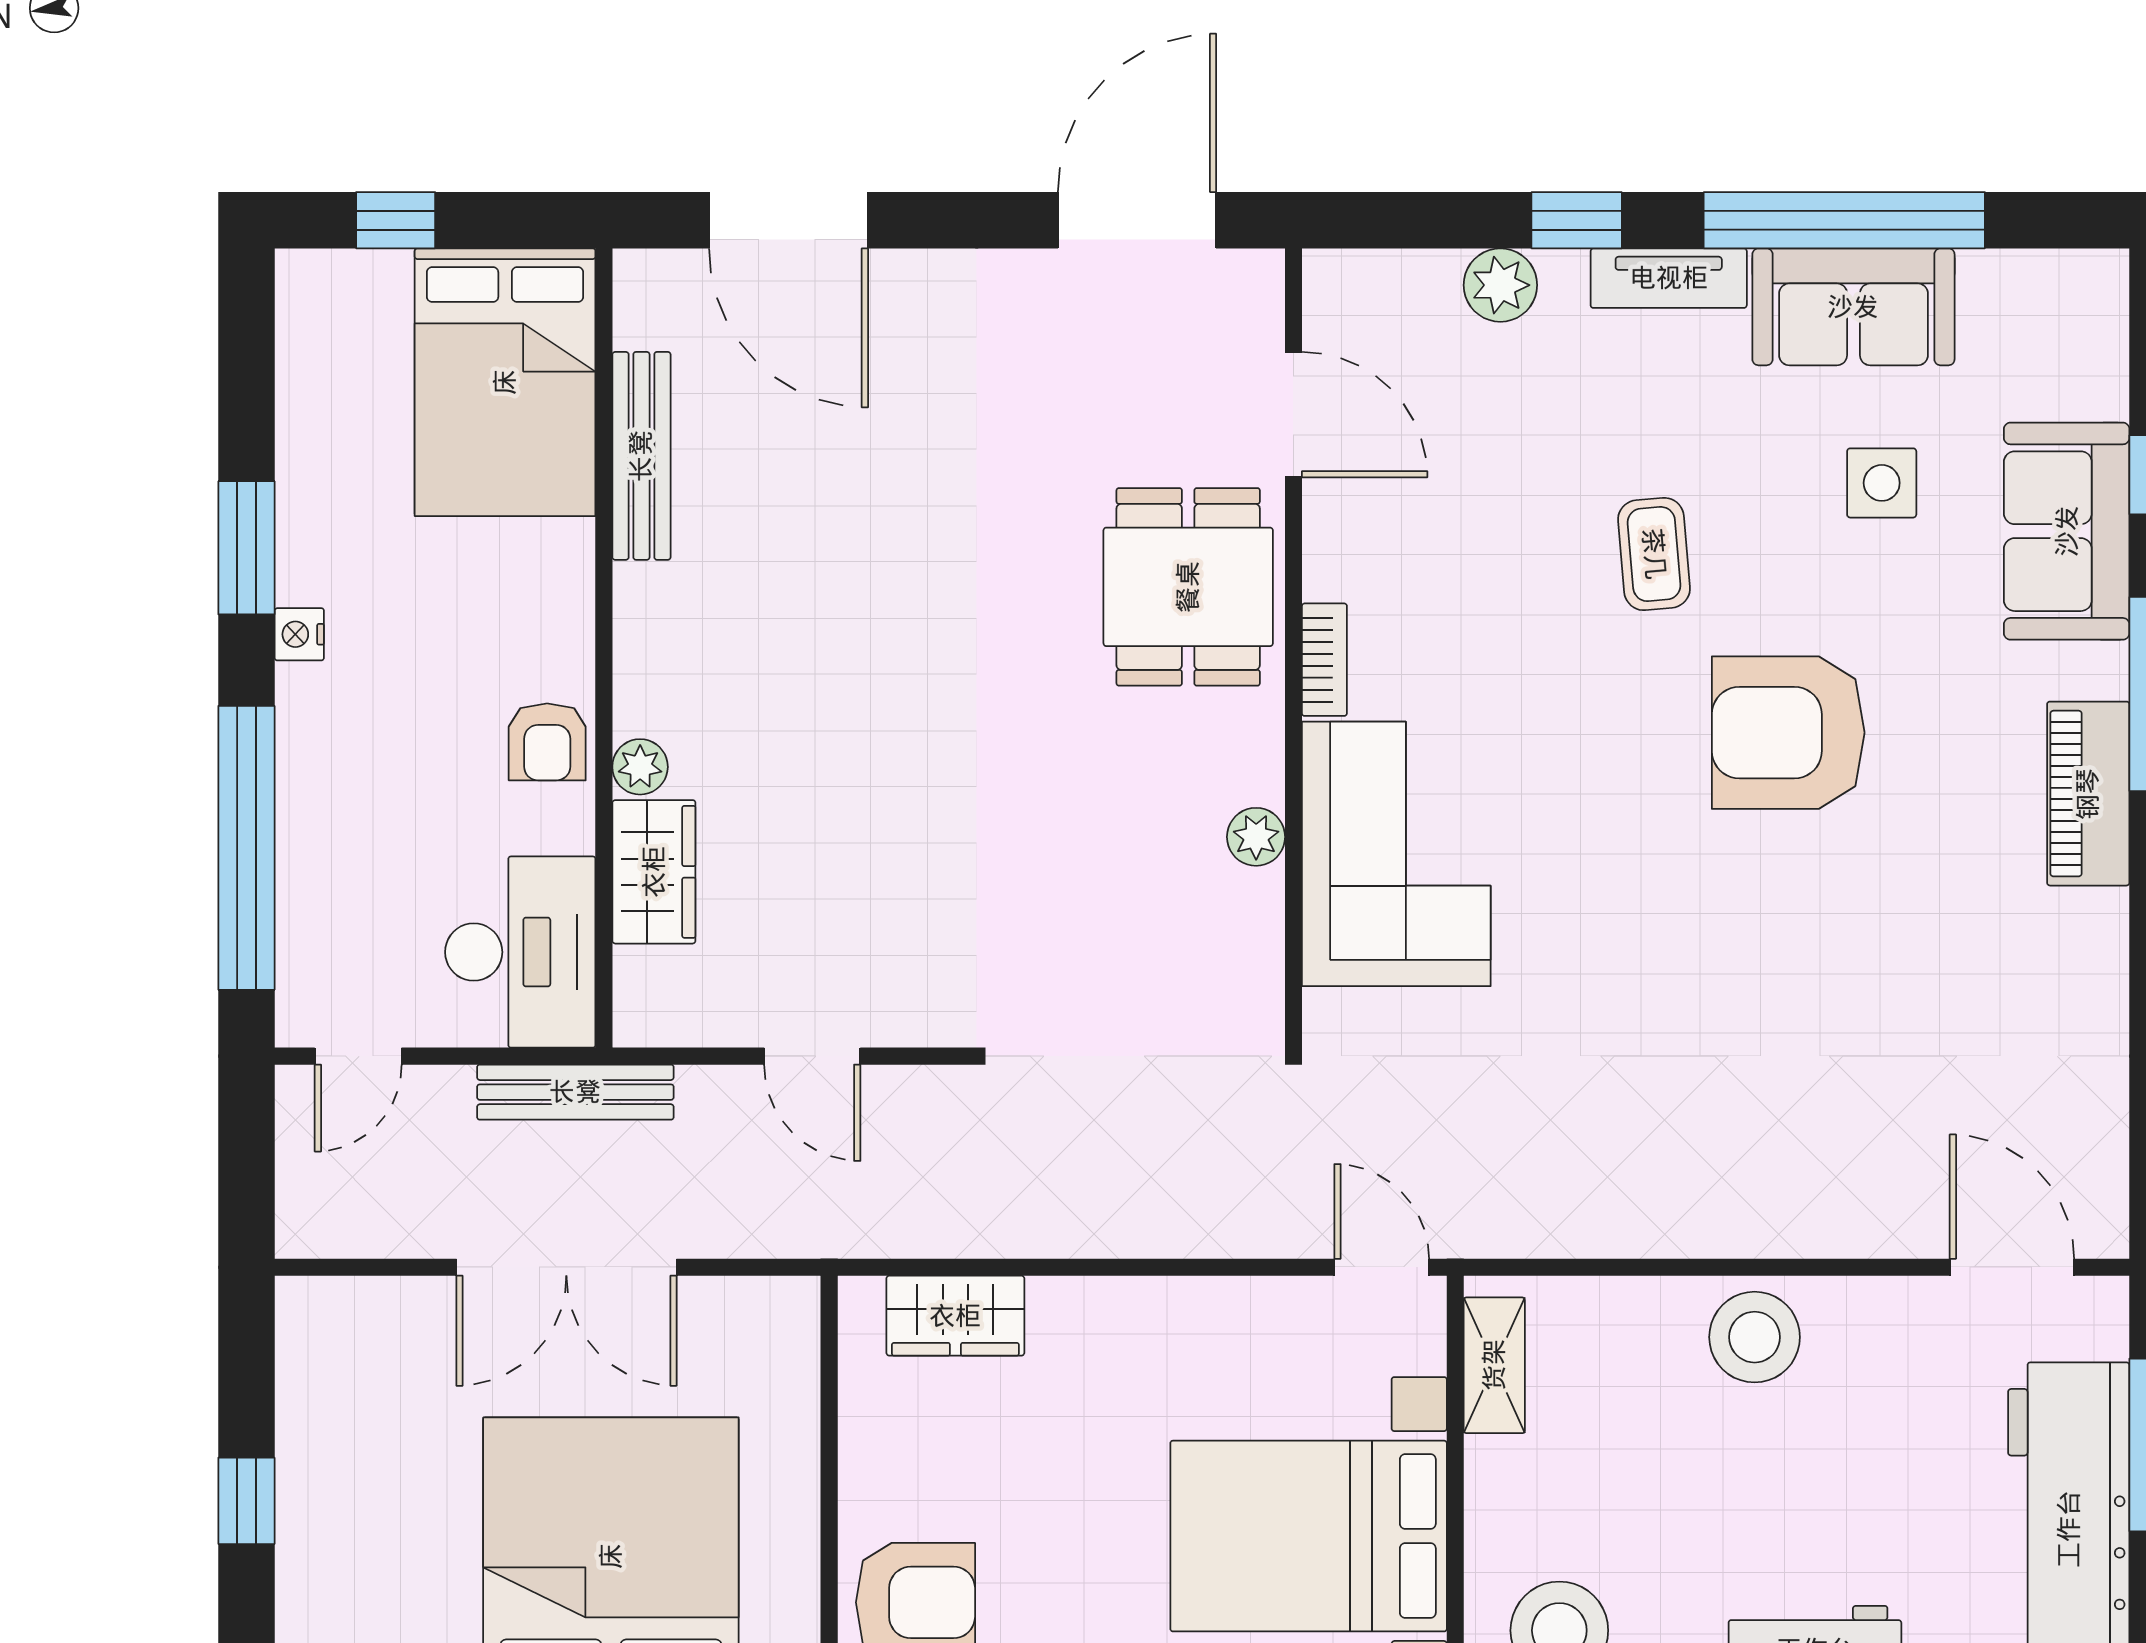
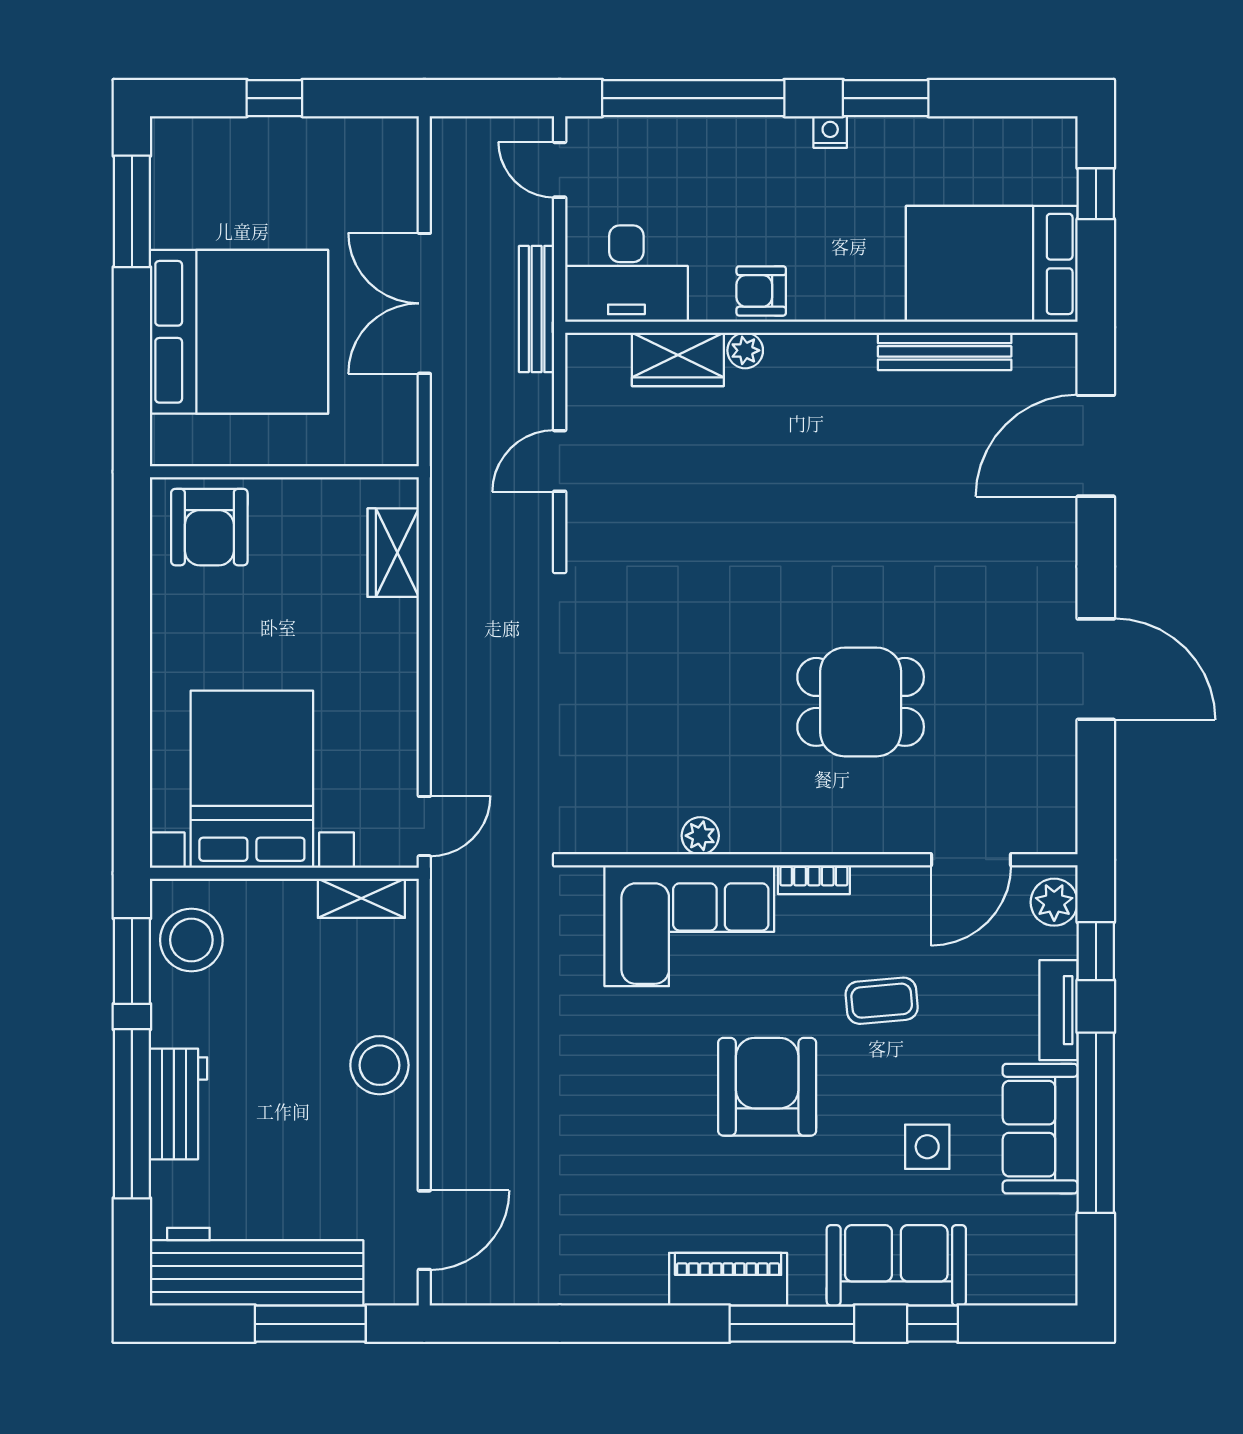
door: (1293, 415) -> (971, 860), moved
wall: (1293, 648) -> (821, 860), moved
bookcase: (1324, 660) -> (814, 880), moved
plant: (1256, 837) -> (700, 836), moved
corner sofa: (1396, 854) -> (689, 926), moved

